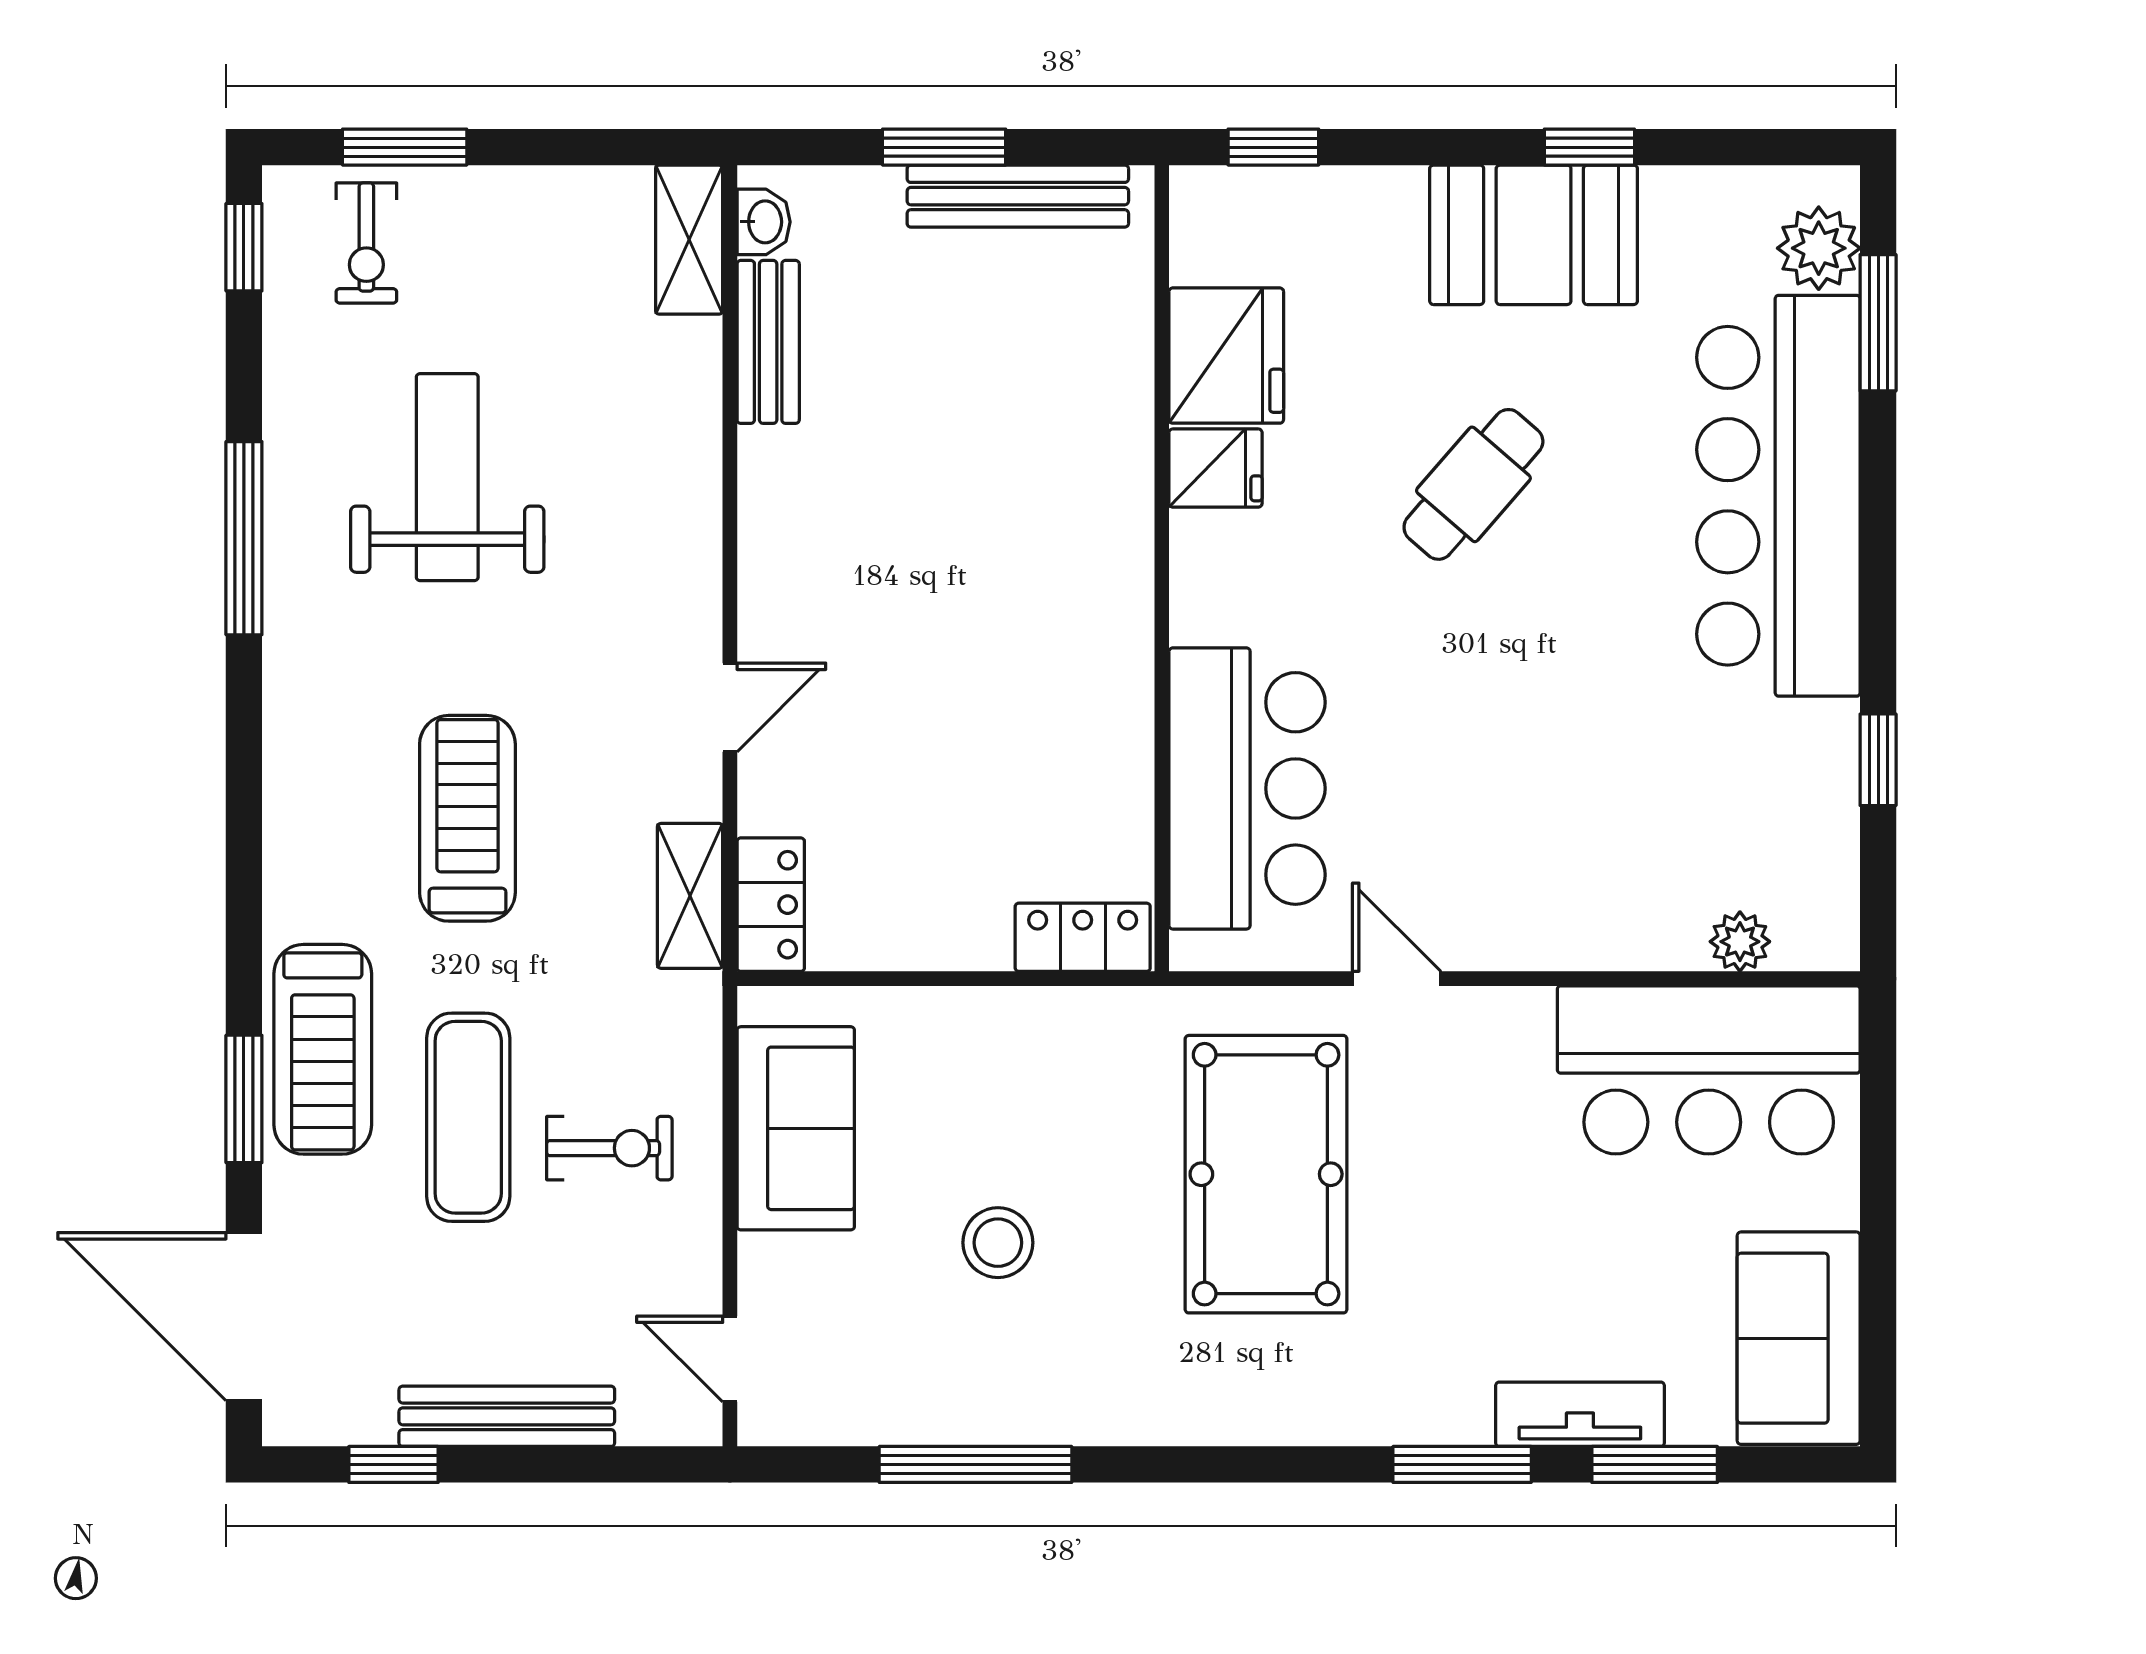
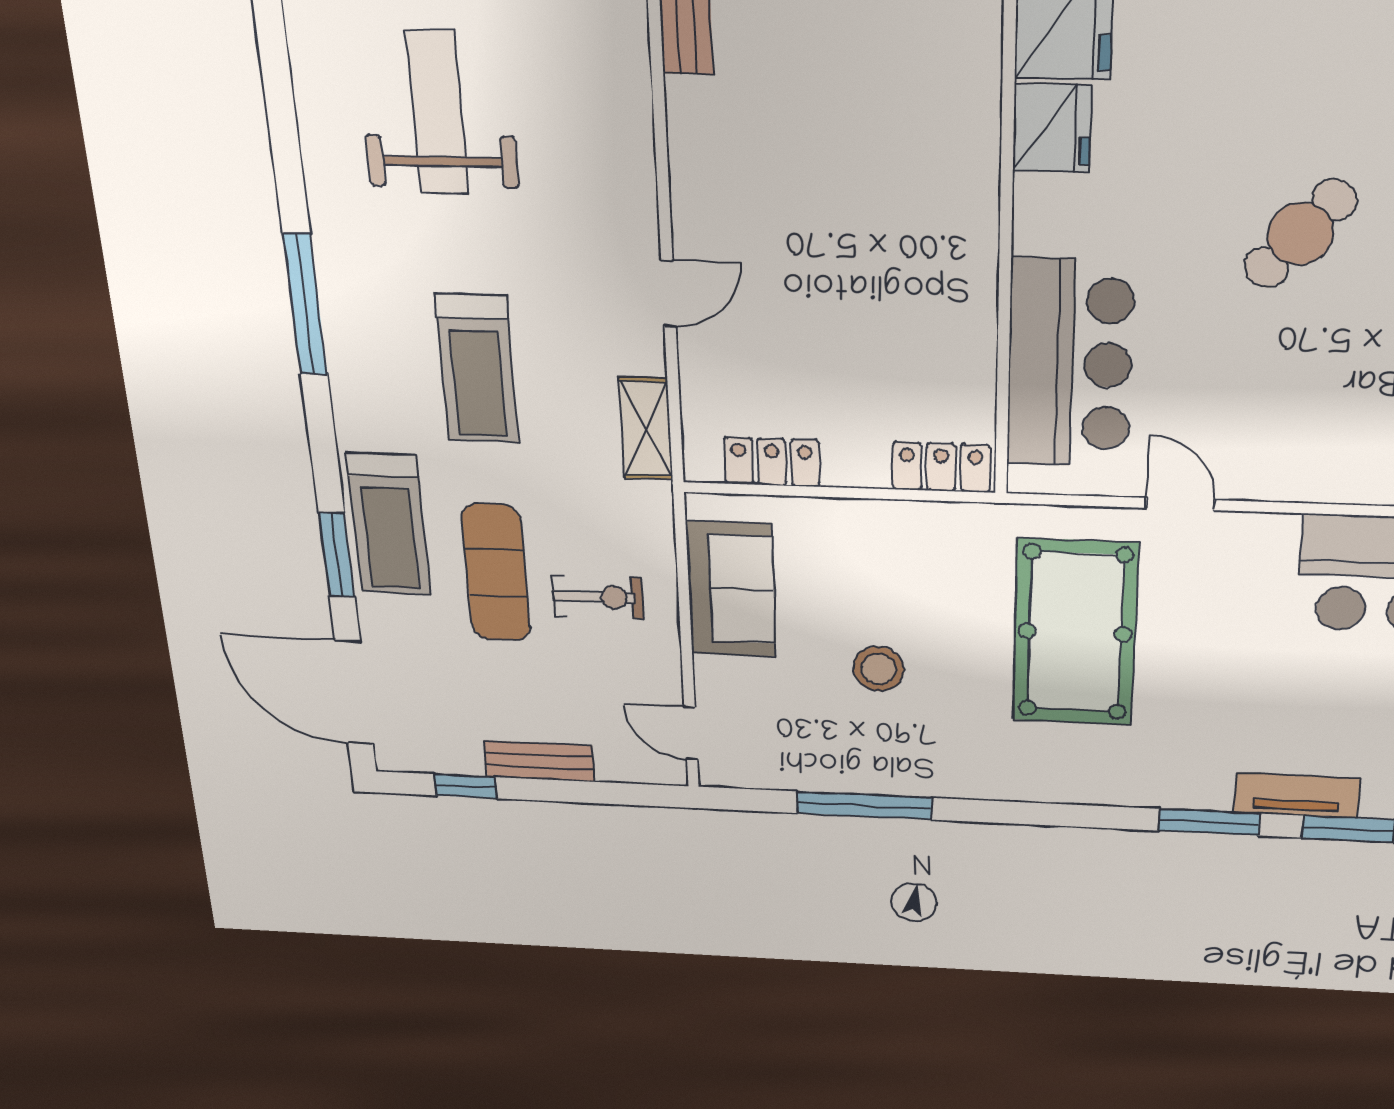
fridge: (1216, 468) -> (1052, 128), width x1.38
cafe table: (1473, 484) -> (1300, 234), moved
window: (244, 538) -> (305, 305), moved
treadmill: (467, 818) -> (477, 369), turned 180
locker: (771, 905) -> (772, 462), moved, turned -90
bench: (507, 1416) -> (540, 761), width x0.73

